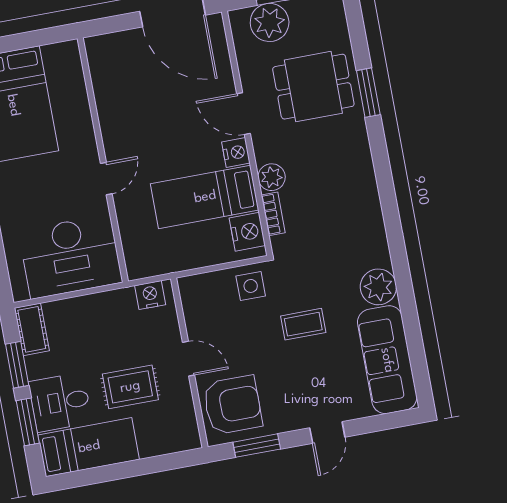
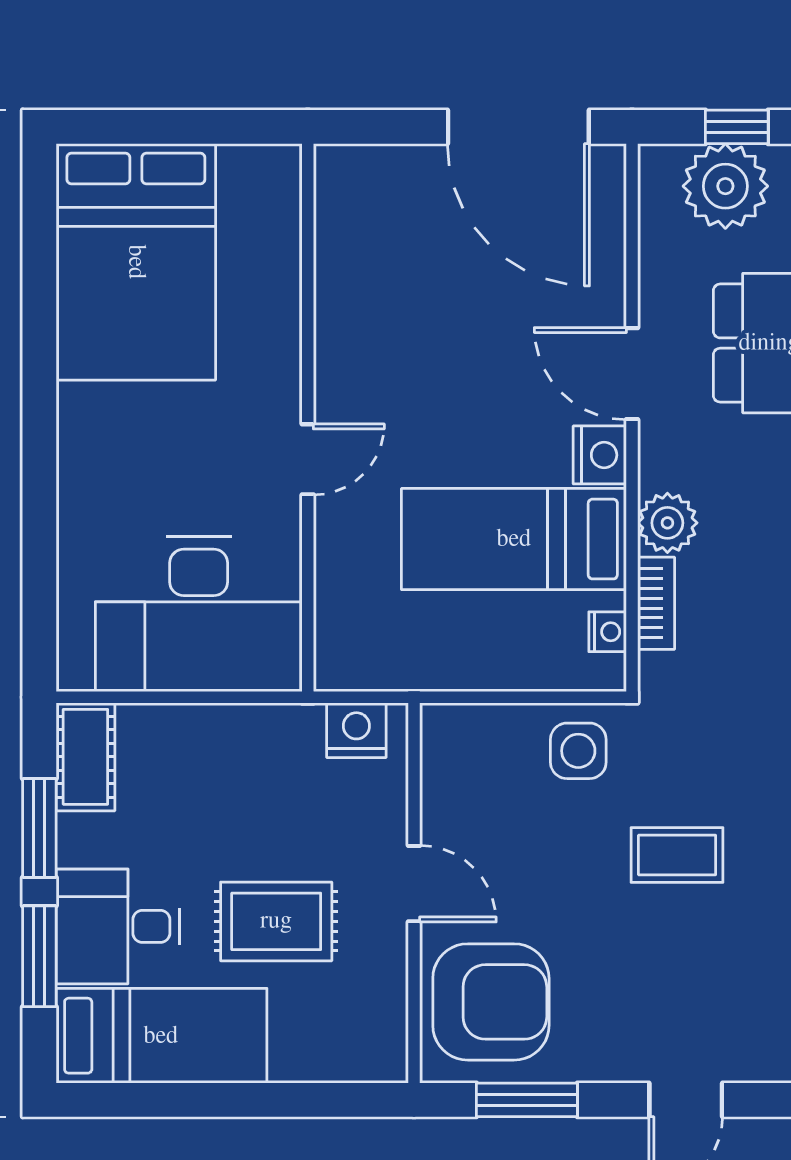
nightstand: (247, 232) -> (608, 632), width x0.53, depth x0.56

